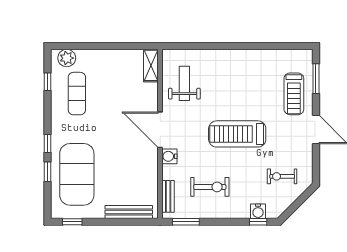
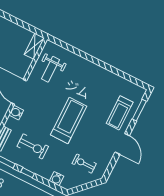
weight bench: (184, 83) -> (51, 69), turned 180
treadmill: (237, 134) -> (69, 120), turned 90
window: (258, 222) -> (28, 173), moved

